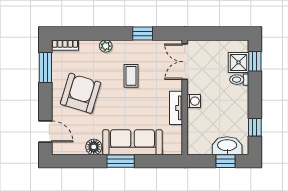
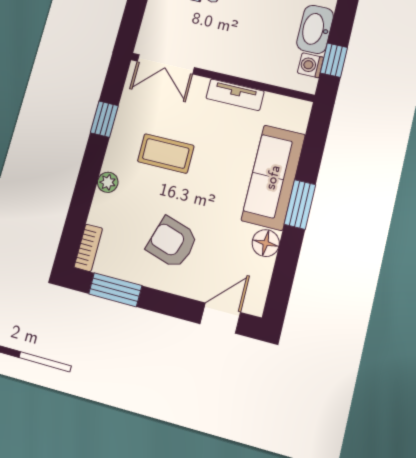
coffee table: (131, 76) -> (166, 153), width x1.36, depth x1.30
armchair: (81, 93) -> (172, 242), width x0.73, depth x0.73
washing machine: (194, 101) -> (311, 65), moved, turned -90
window: (225, 161) -> (334, 60), moved

